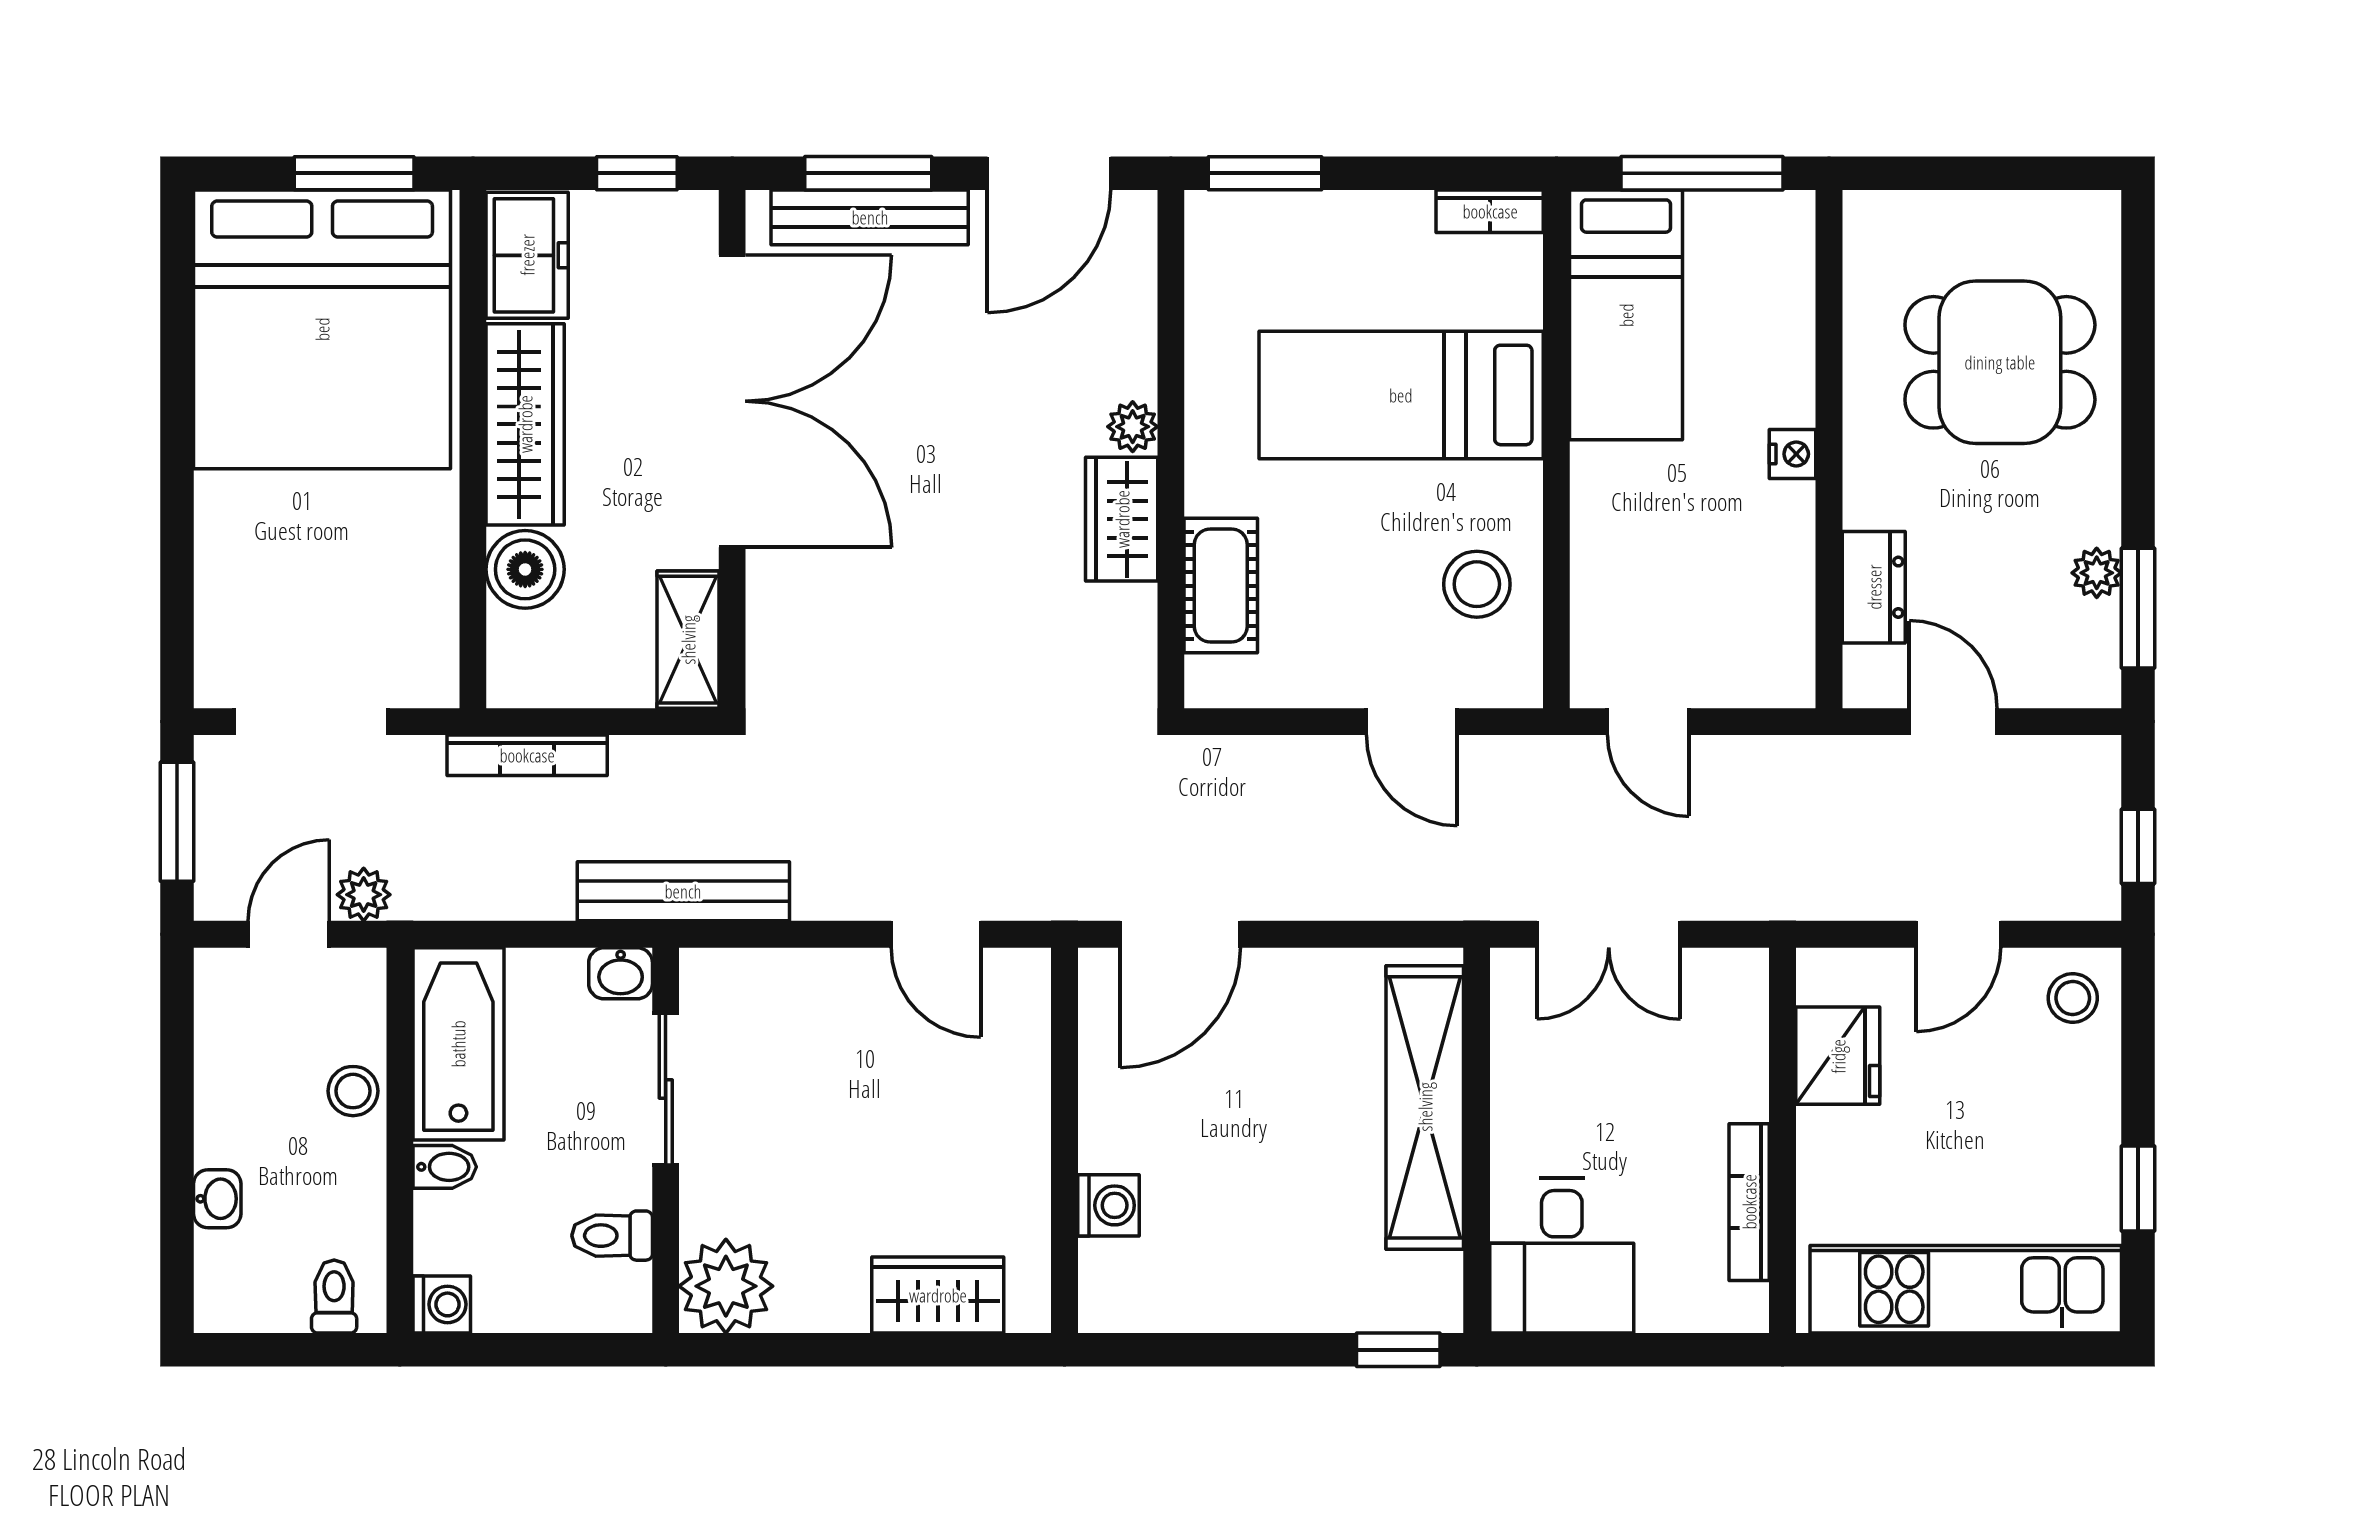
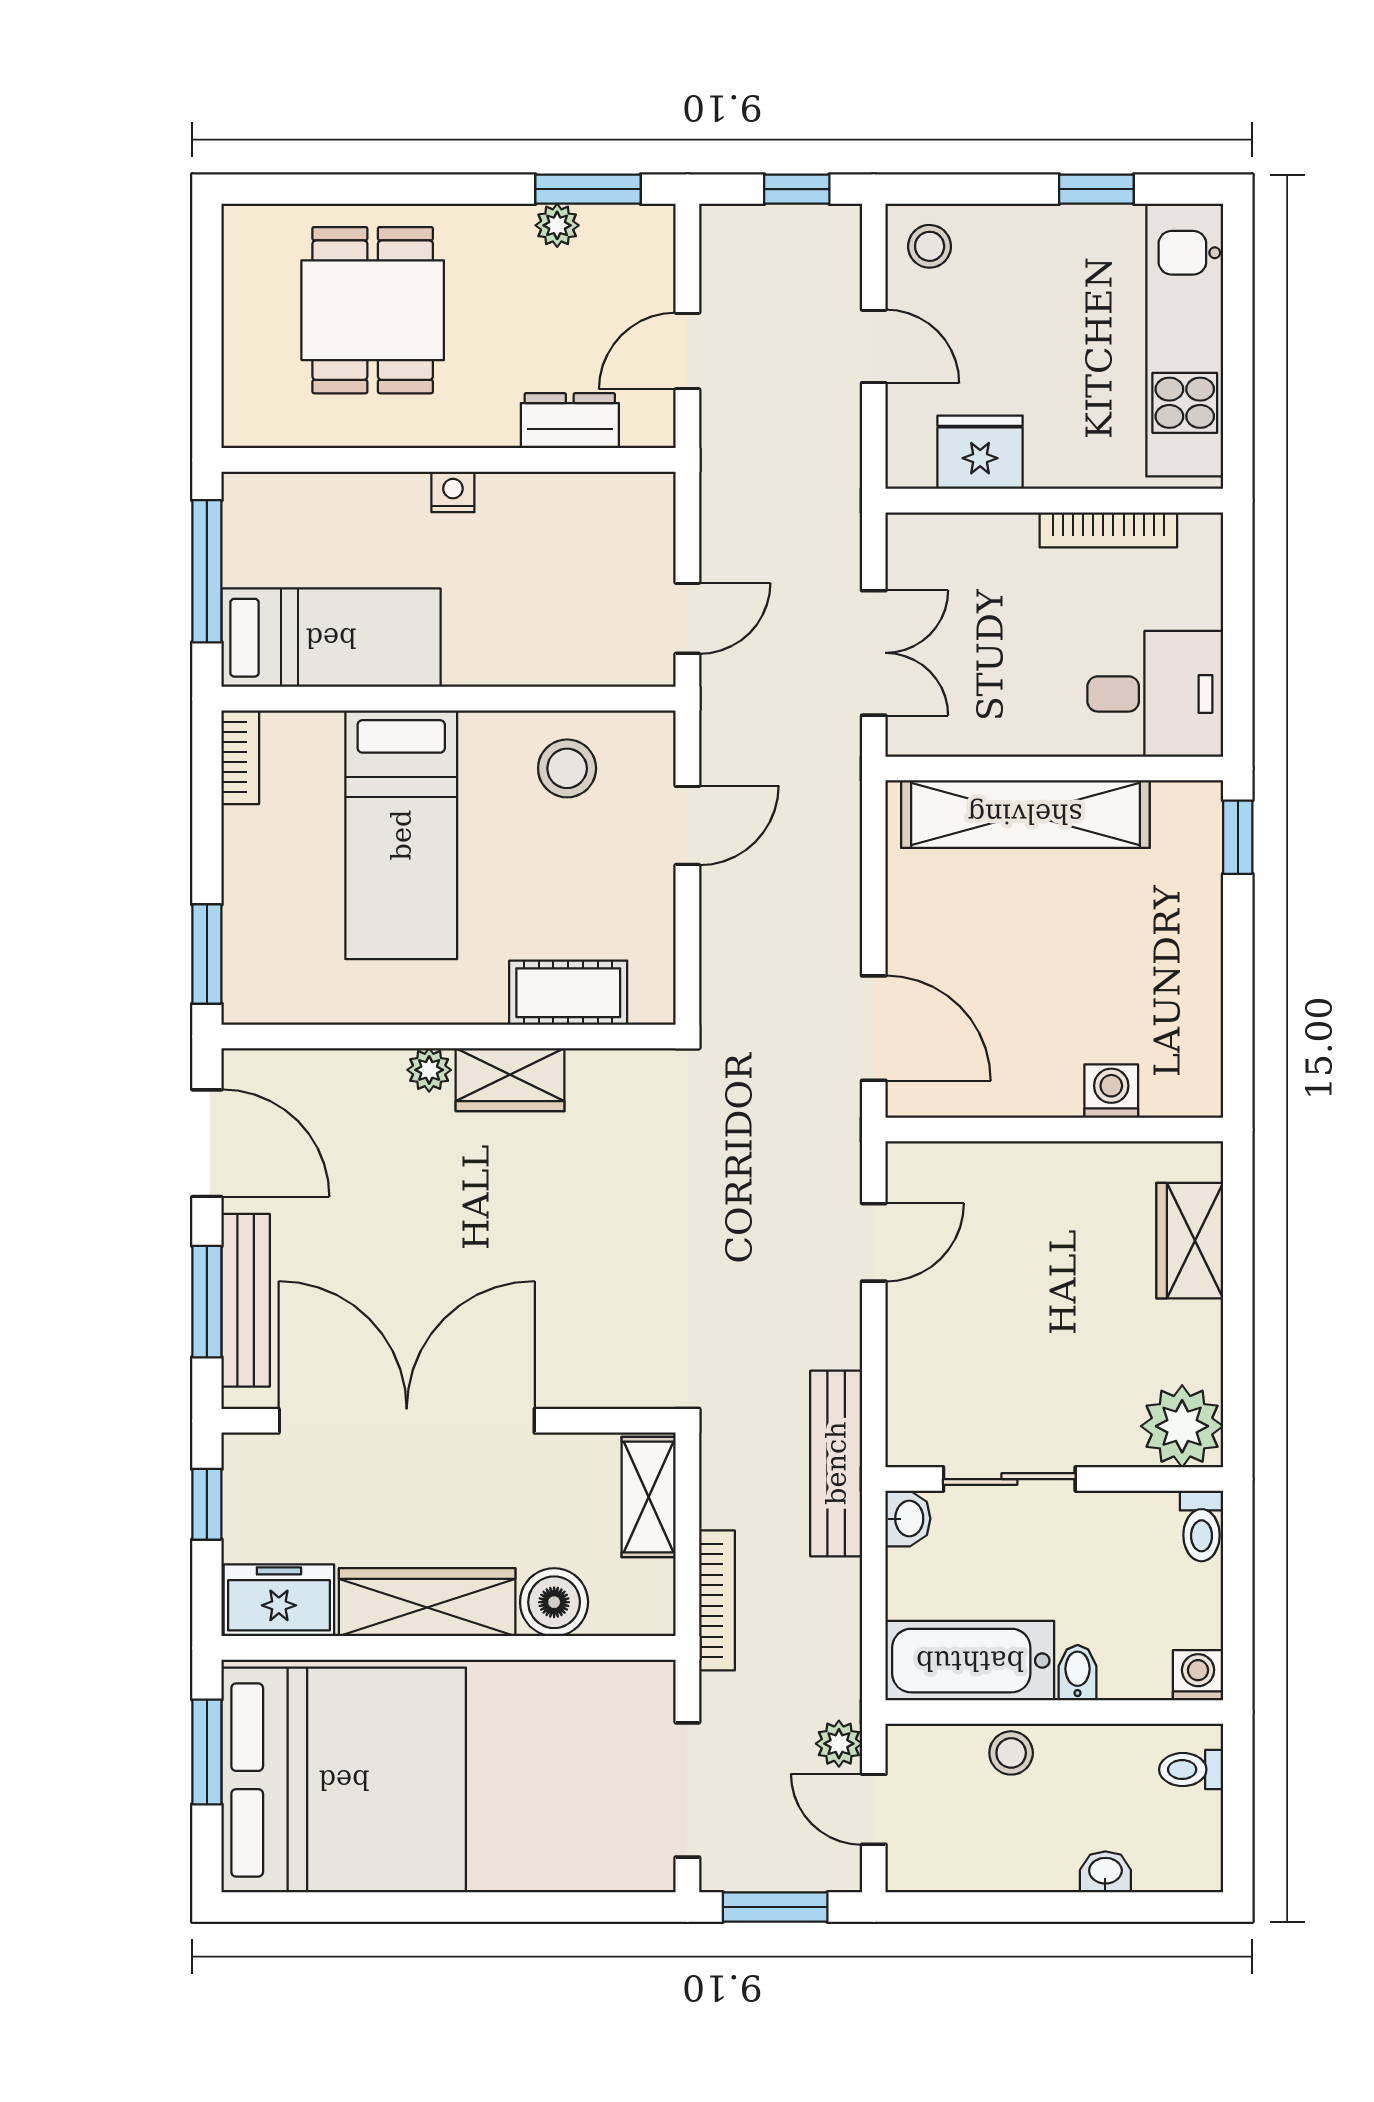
shelving: (688, 640) -> (649, 1497), moved, turned 90
toilet: (612, 1236) -> (1201, 1526), moved

